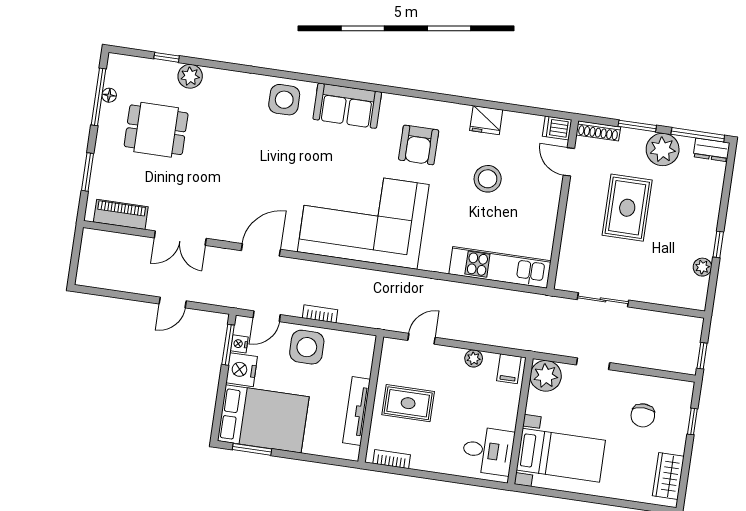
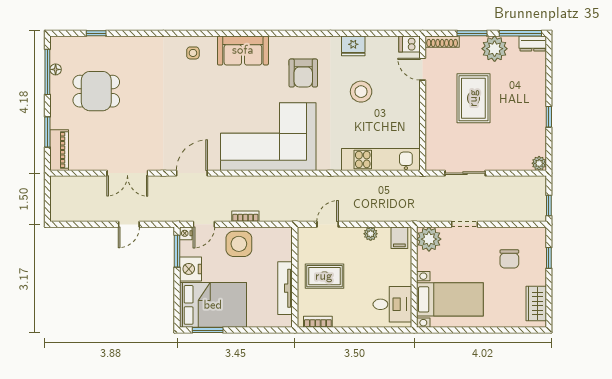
plant: (190, 76) -> (117, 45), removed
side table: (284, 100) -> (193, 53), width x0.54, depth x0.54
piano: (121, 214) -> (59, 150), moved, turned 90
plant: (702, 267) -> (539, 163), moved
nightstand: (239, 344) -> (186, 233), moved

